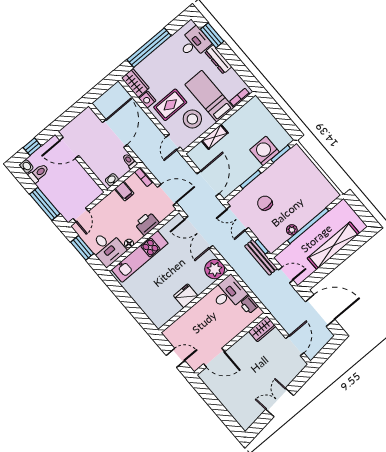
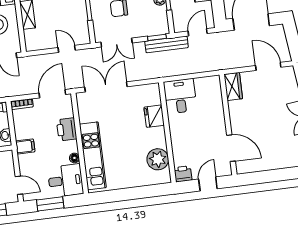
door: (208, 184) -> (67, 49), width x0.53
filing cabinet: (124, 191) -> (25, 146), moved
double door: (199, 232) -> (106, 87), swing flipped
plant: (215, 269) -> (158, 159), moved
fridge: (186, 296) -> (154, 116), moved
printer: (249, 305) -> (183, 174), moved, turned 180
door: (214, 358) -> (231, 148), hinge flipped

